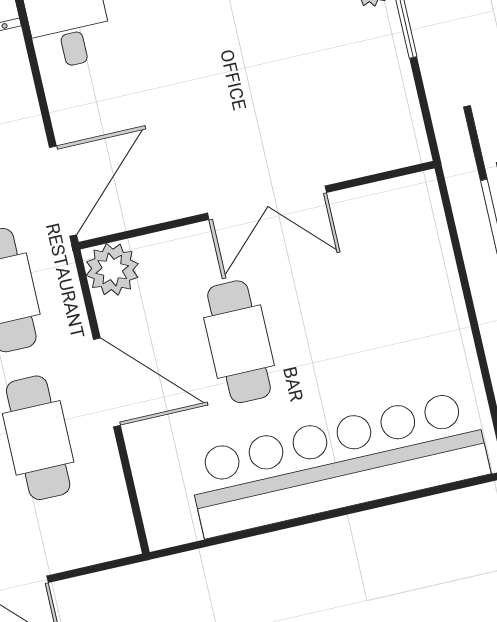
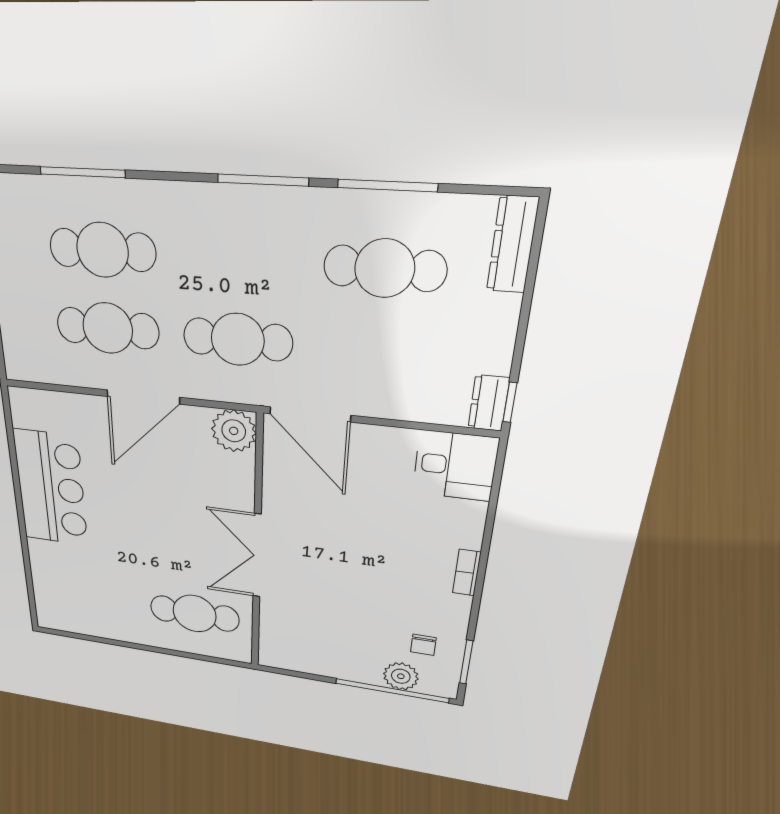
cafe table: (239, 342) -> (195, 614), moved
bar counter: (338, 464) -> (51, 488), width x0.54

